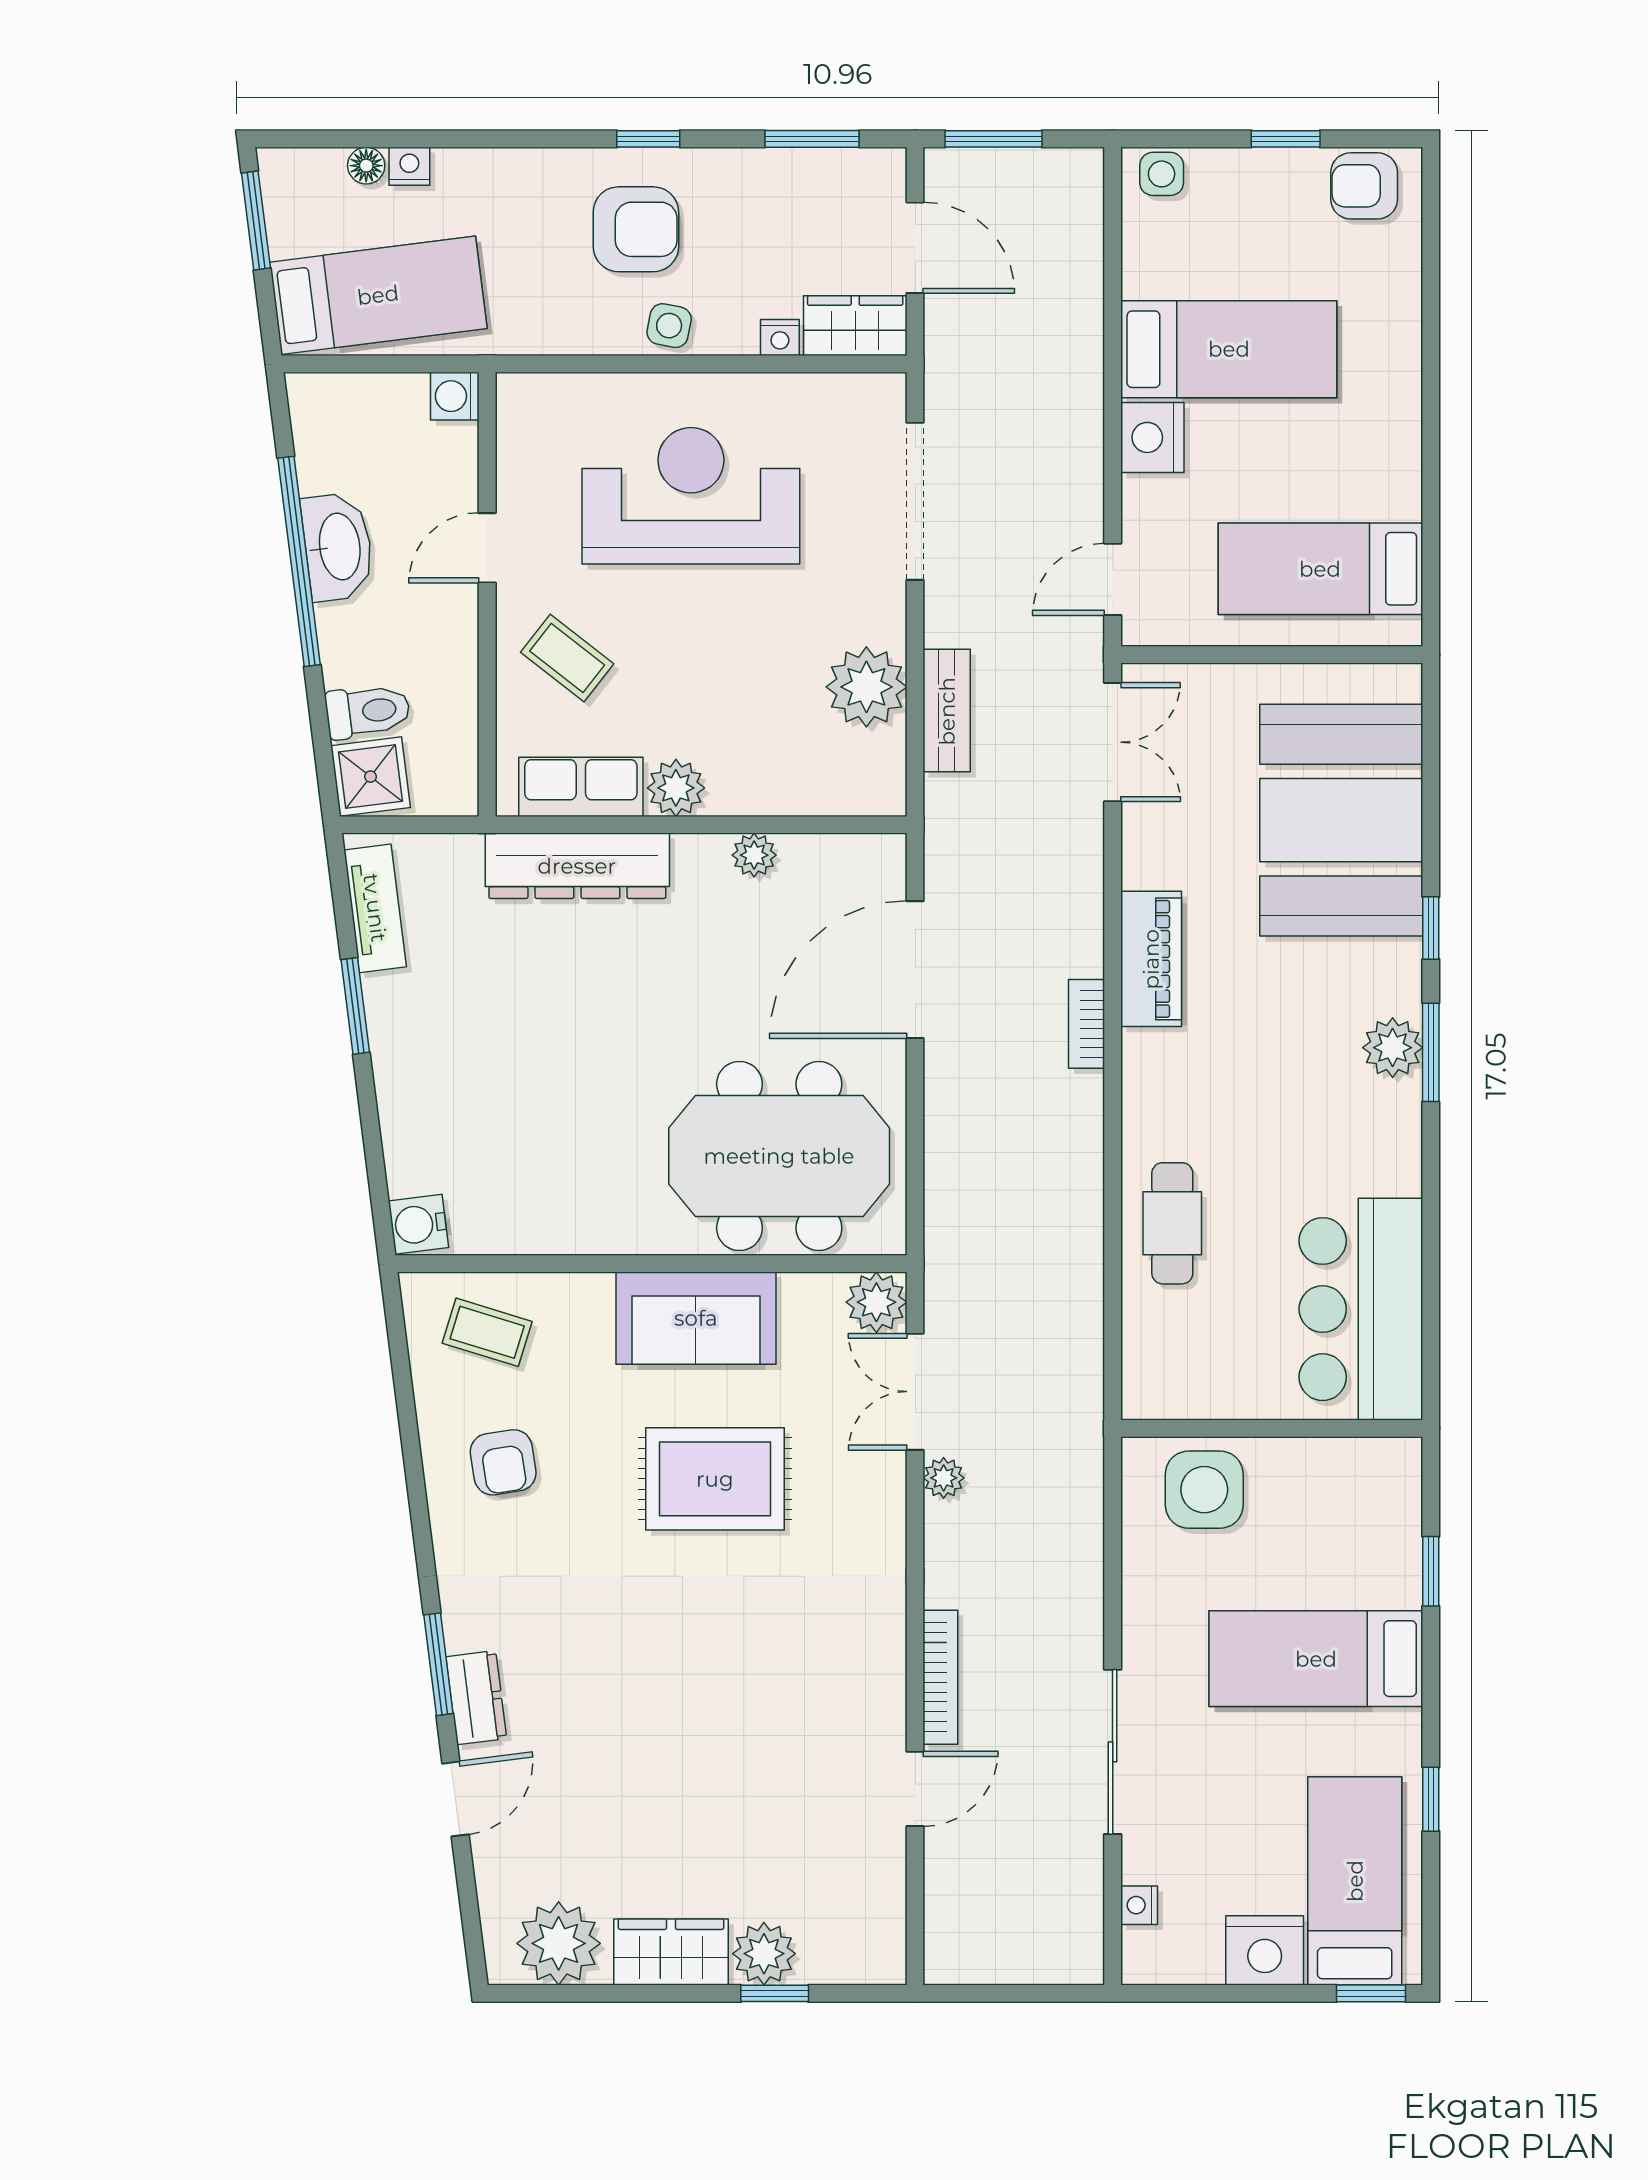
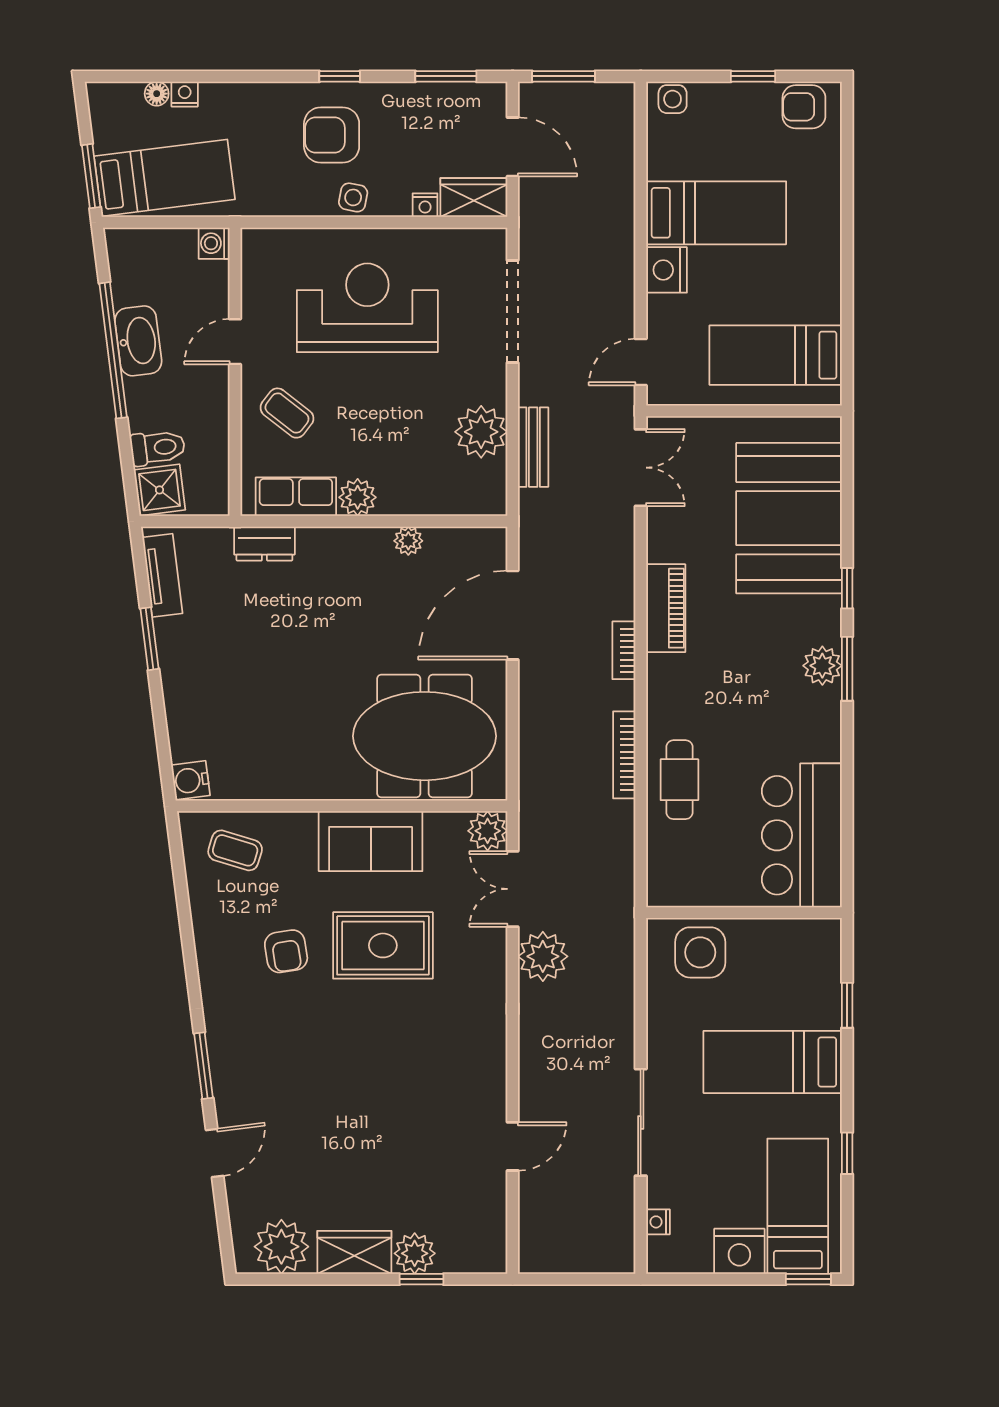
window: (256, 221) -> (91, 176), moved
armchair: (636, 229) -> (332, 135), turned 180
dresser: (577, 866) -> (264, 544), width x0.51, depth x0.80
armchair: (503, 1462) -> (286, 951), moved
plant: (944, 1478) -> (543, 956), width x1.88, depth x1.88
bookcase: (940, 1677) -> (624, 755), moved, turned 180
dresser: (476, 1698) -> (228, 1087), removed

